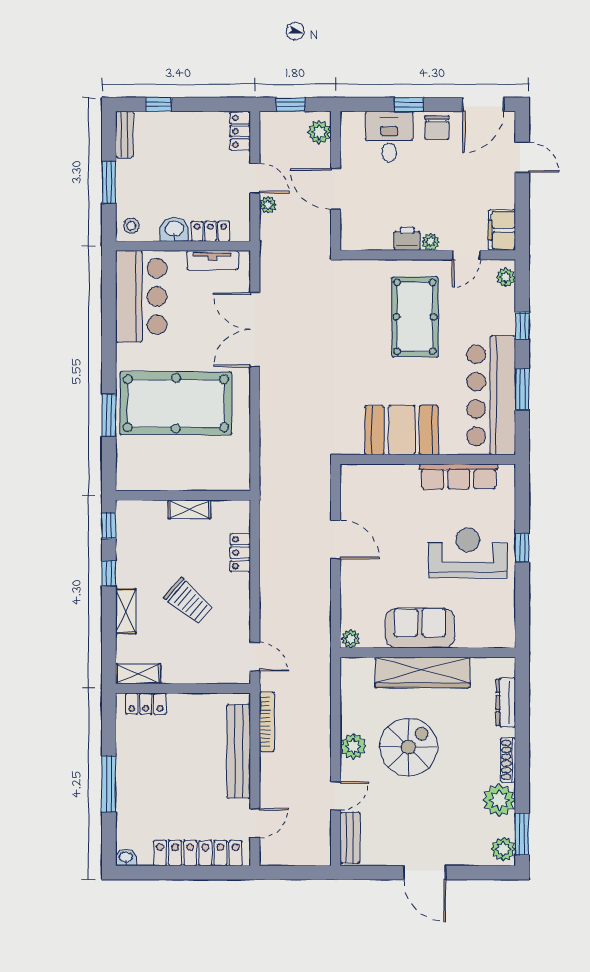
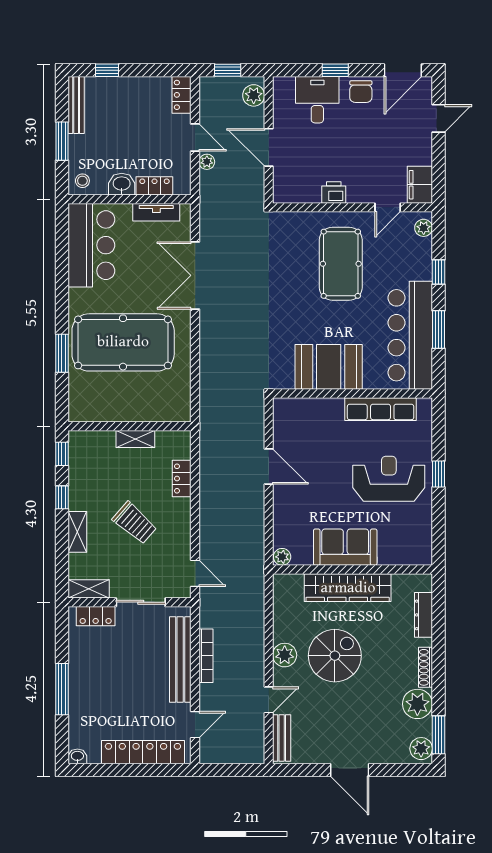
bench: (124, 134) -> (76, 105), width x1.36
door: (522, 157) -> (438, 118), hinge flipped
plant: (431, 242) -> (355, 195), removed
sliding door: (195, 688) -> (141, 602), added
bookcase: (267, 722) -> (206, 656), moved

